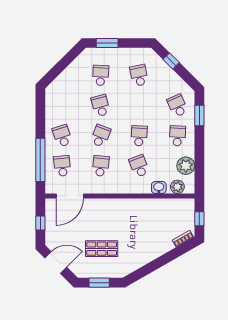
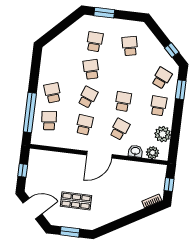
window: (171, 61) -> (172, 50), moved
school desk: (178, 106) -> (162, 78), turned 48
school desk: (139, 166) -> (120, 129), turned 42
door: (70, 196) -> (99, 155), moved

